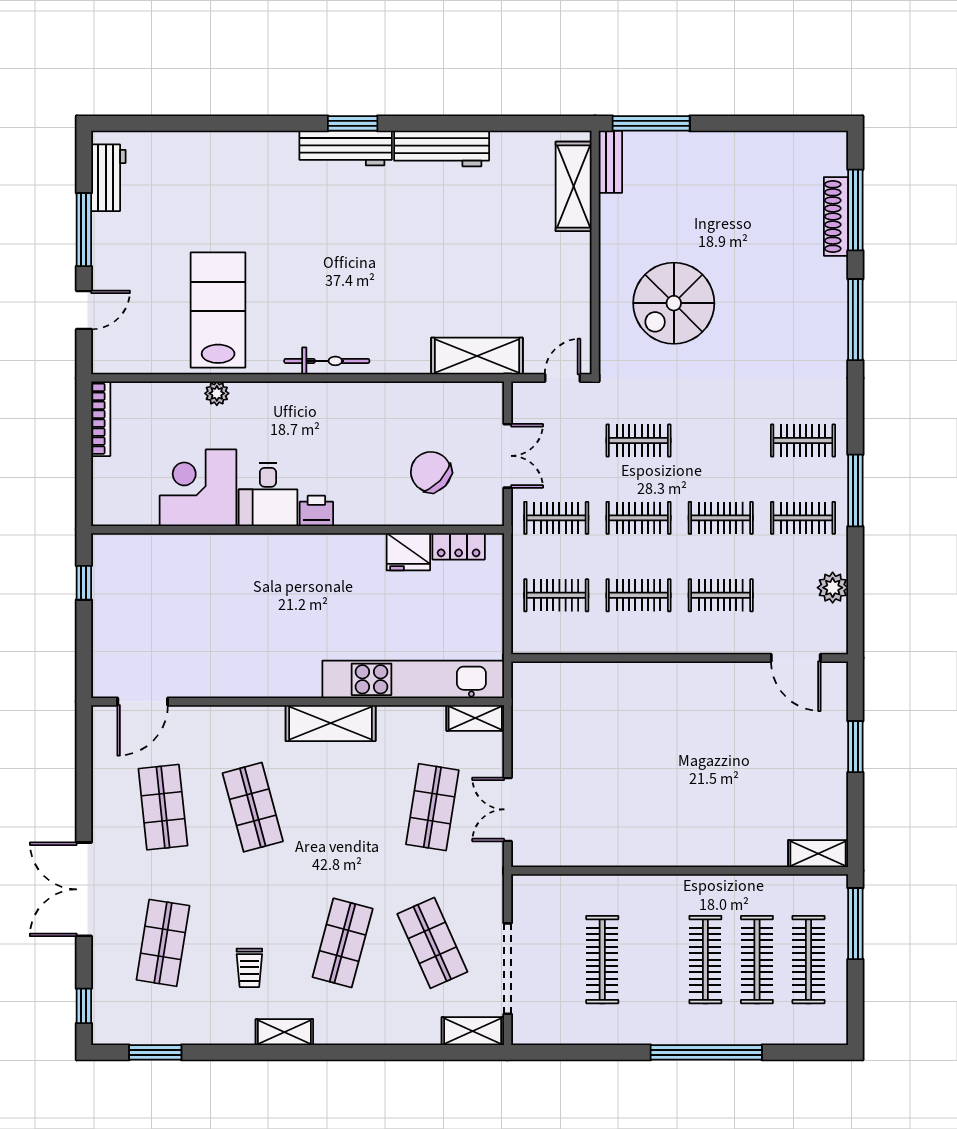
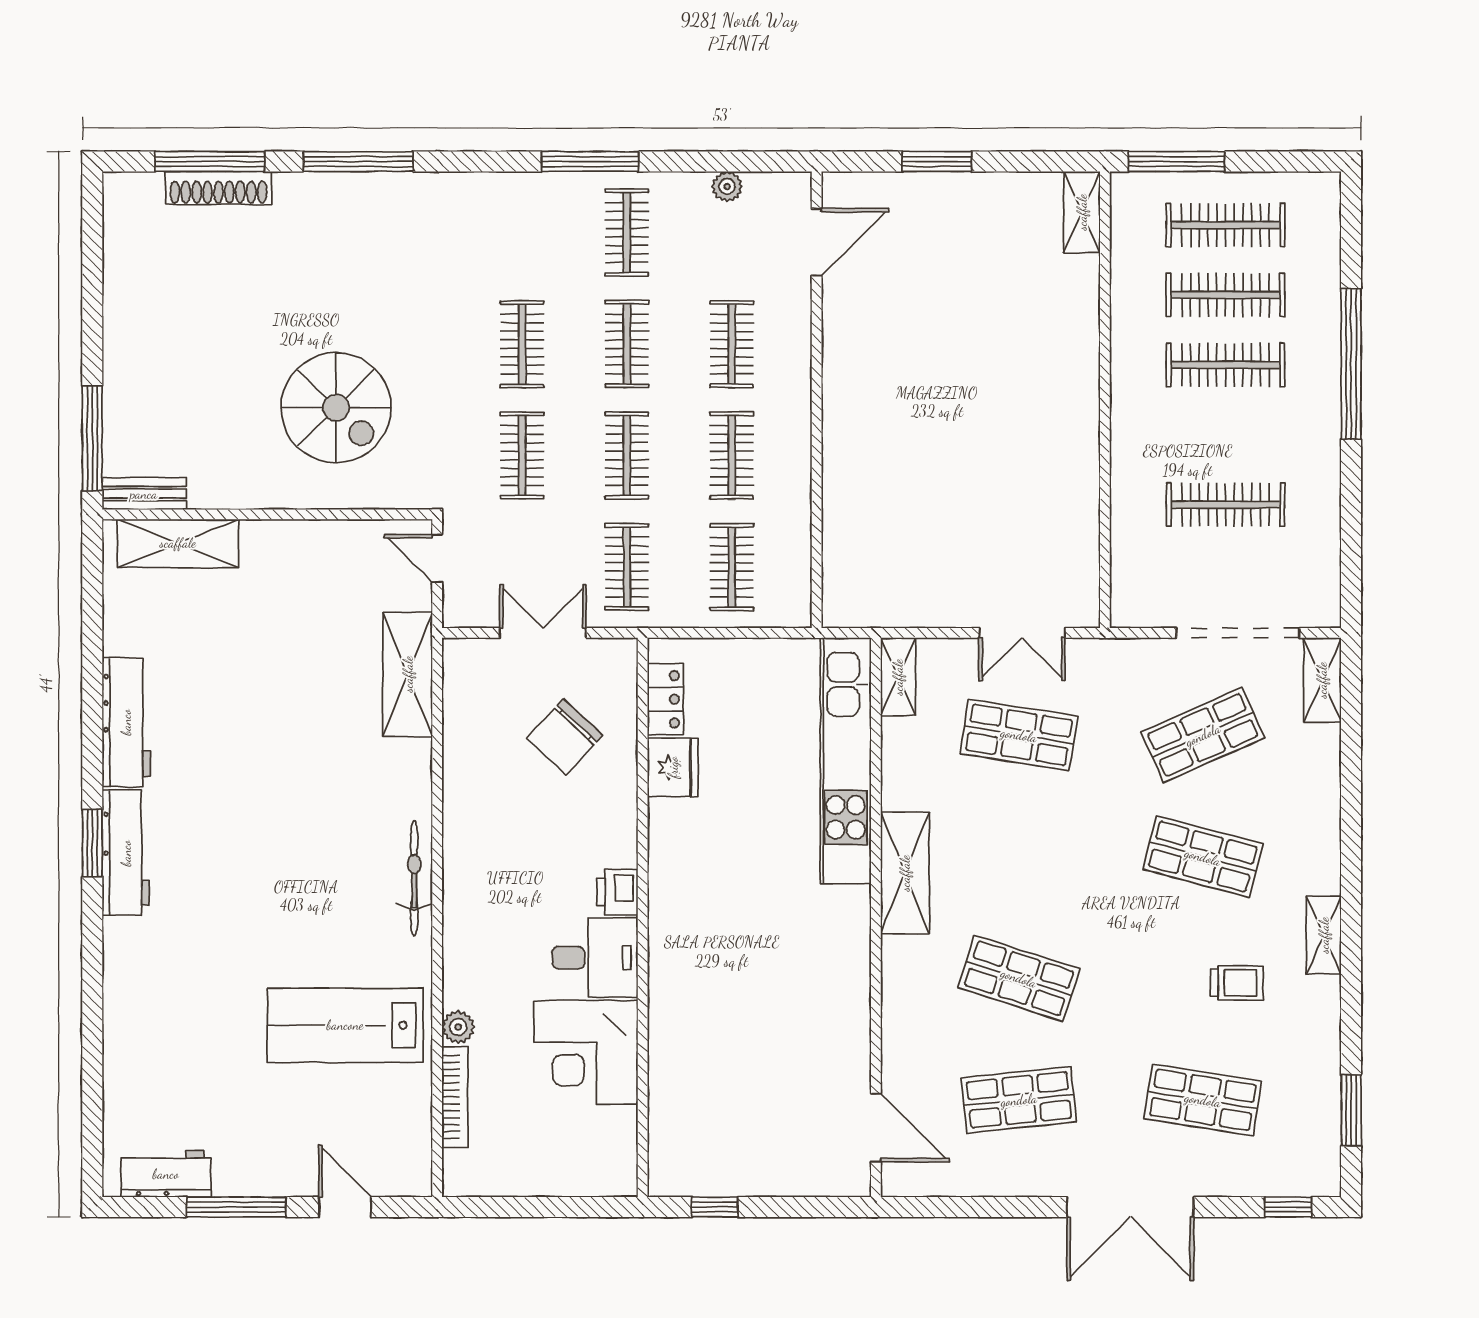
bookcase: (101, 419) -> (455, 1097), moved, turned 90
clothes rail: (803, 441) -> (522, 344), moved
plant: (833, 588) -> (727, 187), width x0.73, depth x0.73
shop shelf: (253, 807) -> (1019, 978), turned 33

